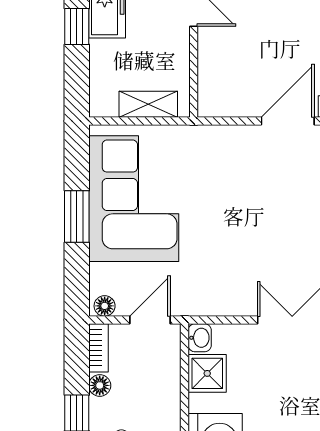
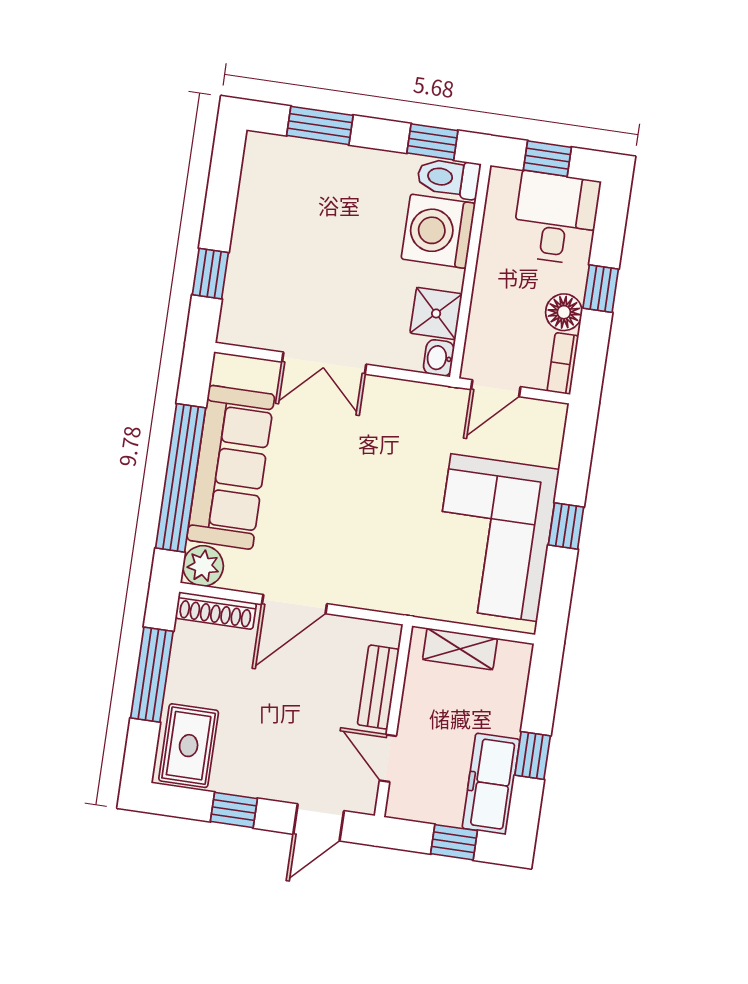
bench: (210, 64) -> (378, 687), added
window: (77, 217) -> (566, 526), width x0.67
floor lamp: (105, 306) -> (548, 413), removed
floor lamp: (100, 385) -> (564, 312), width x1.37, depth x1.37

